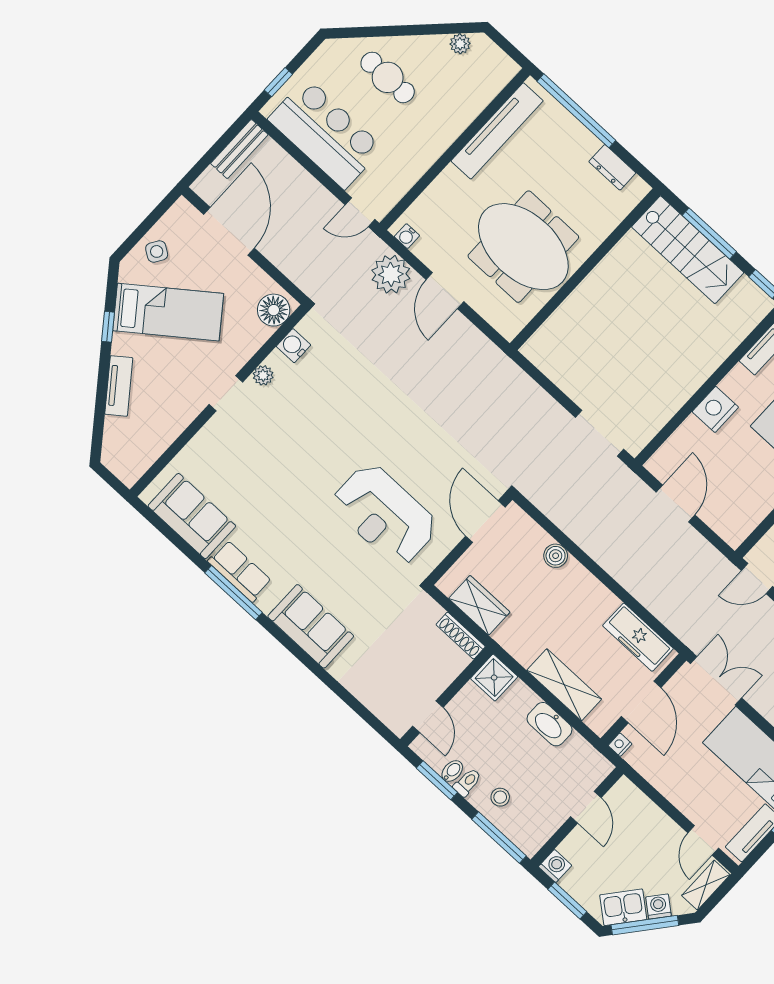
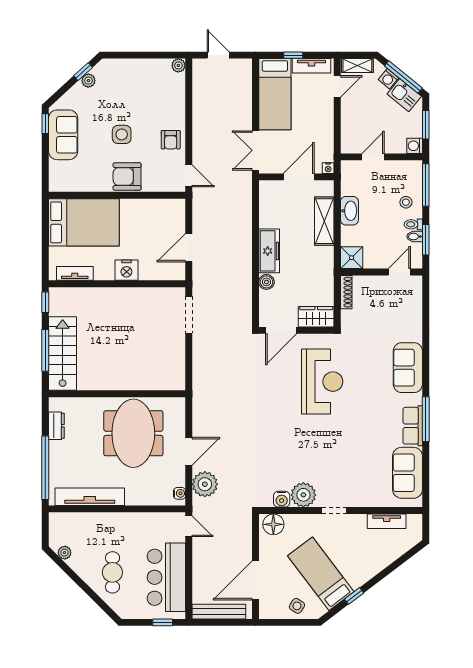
bench: (239, 149) -> (219, 612), width x1.36
plant: (263, 375) -> (303, 495), width x1.88, depth x1.88
tv unit: (119, 386) -> (387, 521), moved, turned -143
wardrobe: (479, 605) -> (316, 317), moved, turned 90
freezer: (638, 637) -> (269, 251), moved

